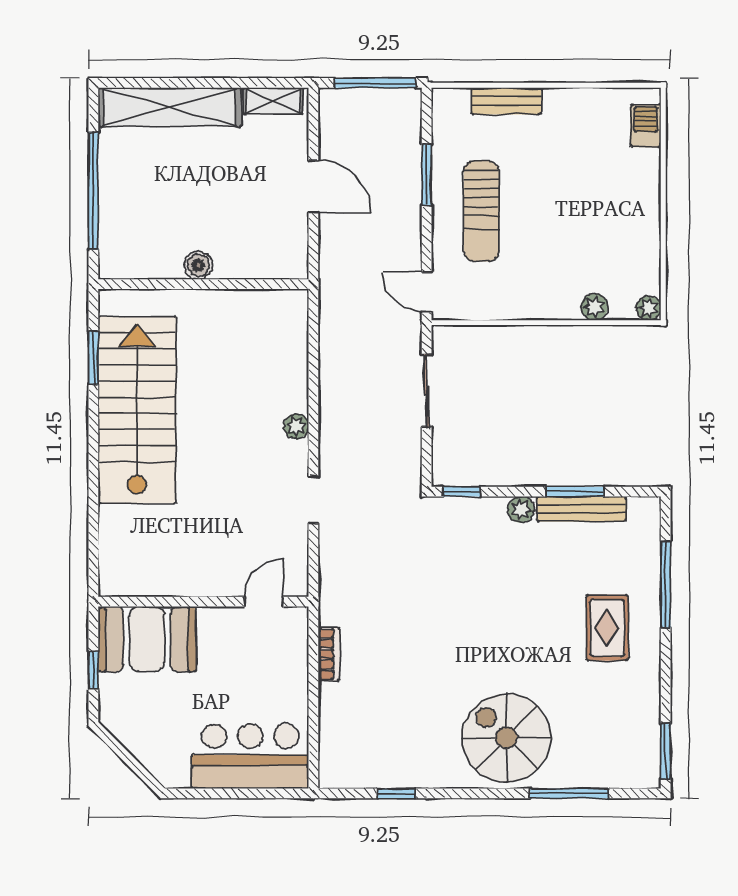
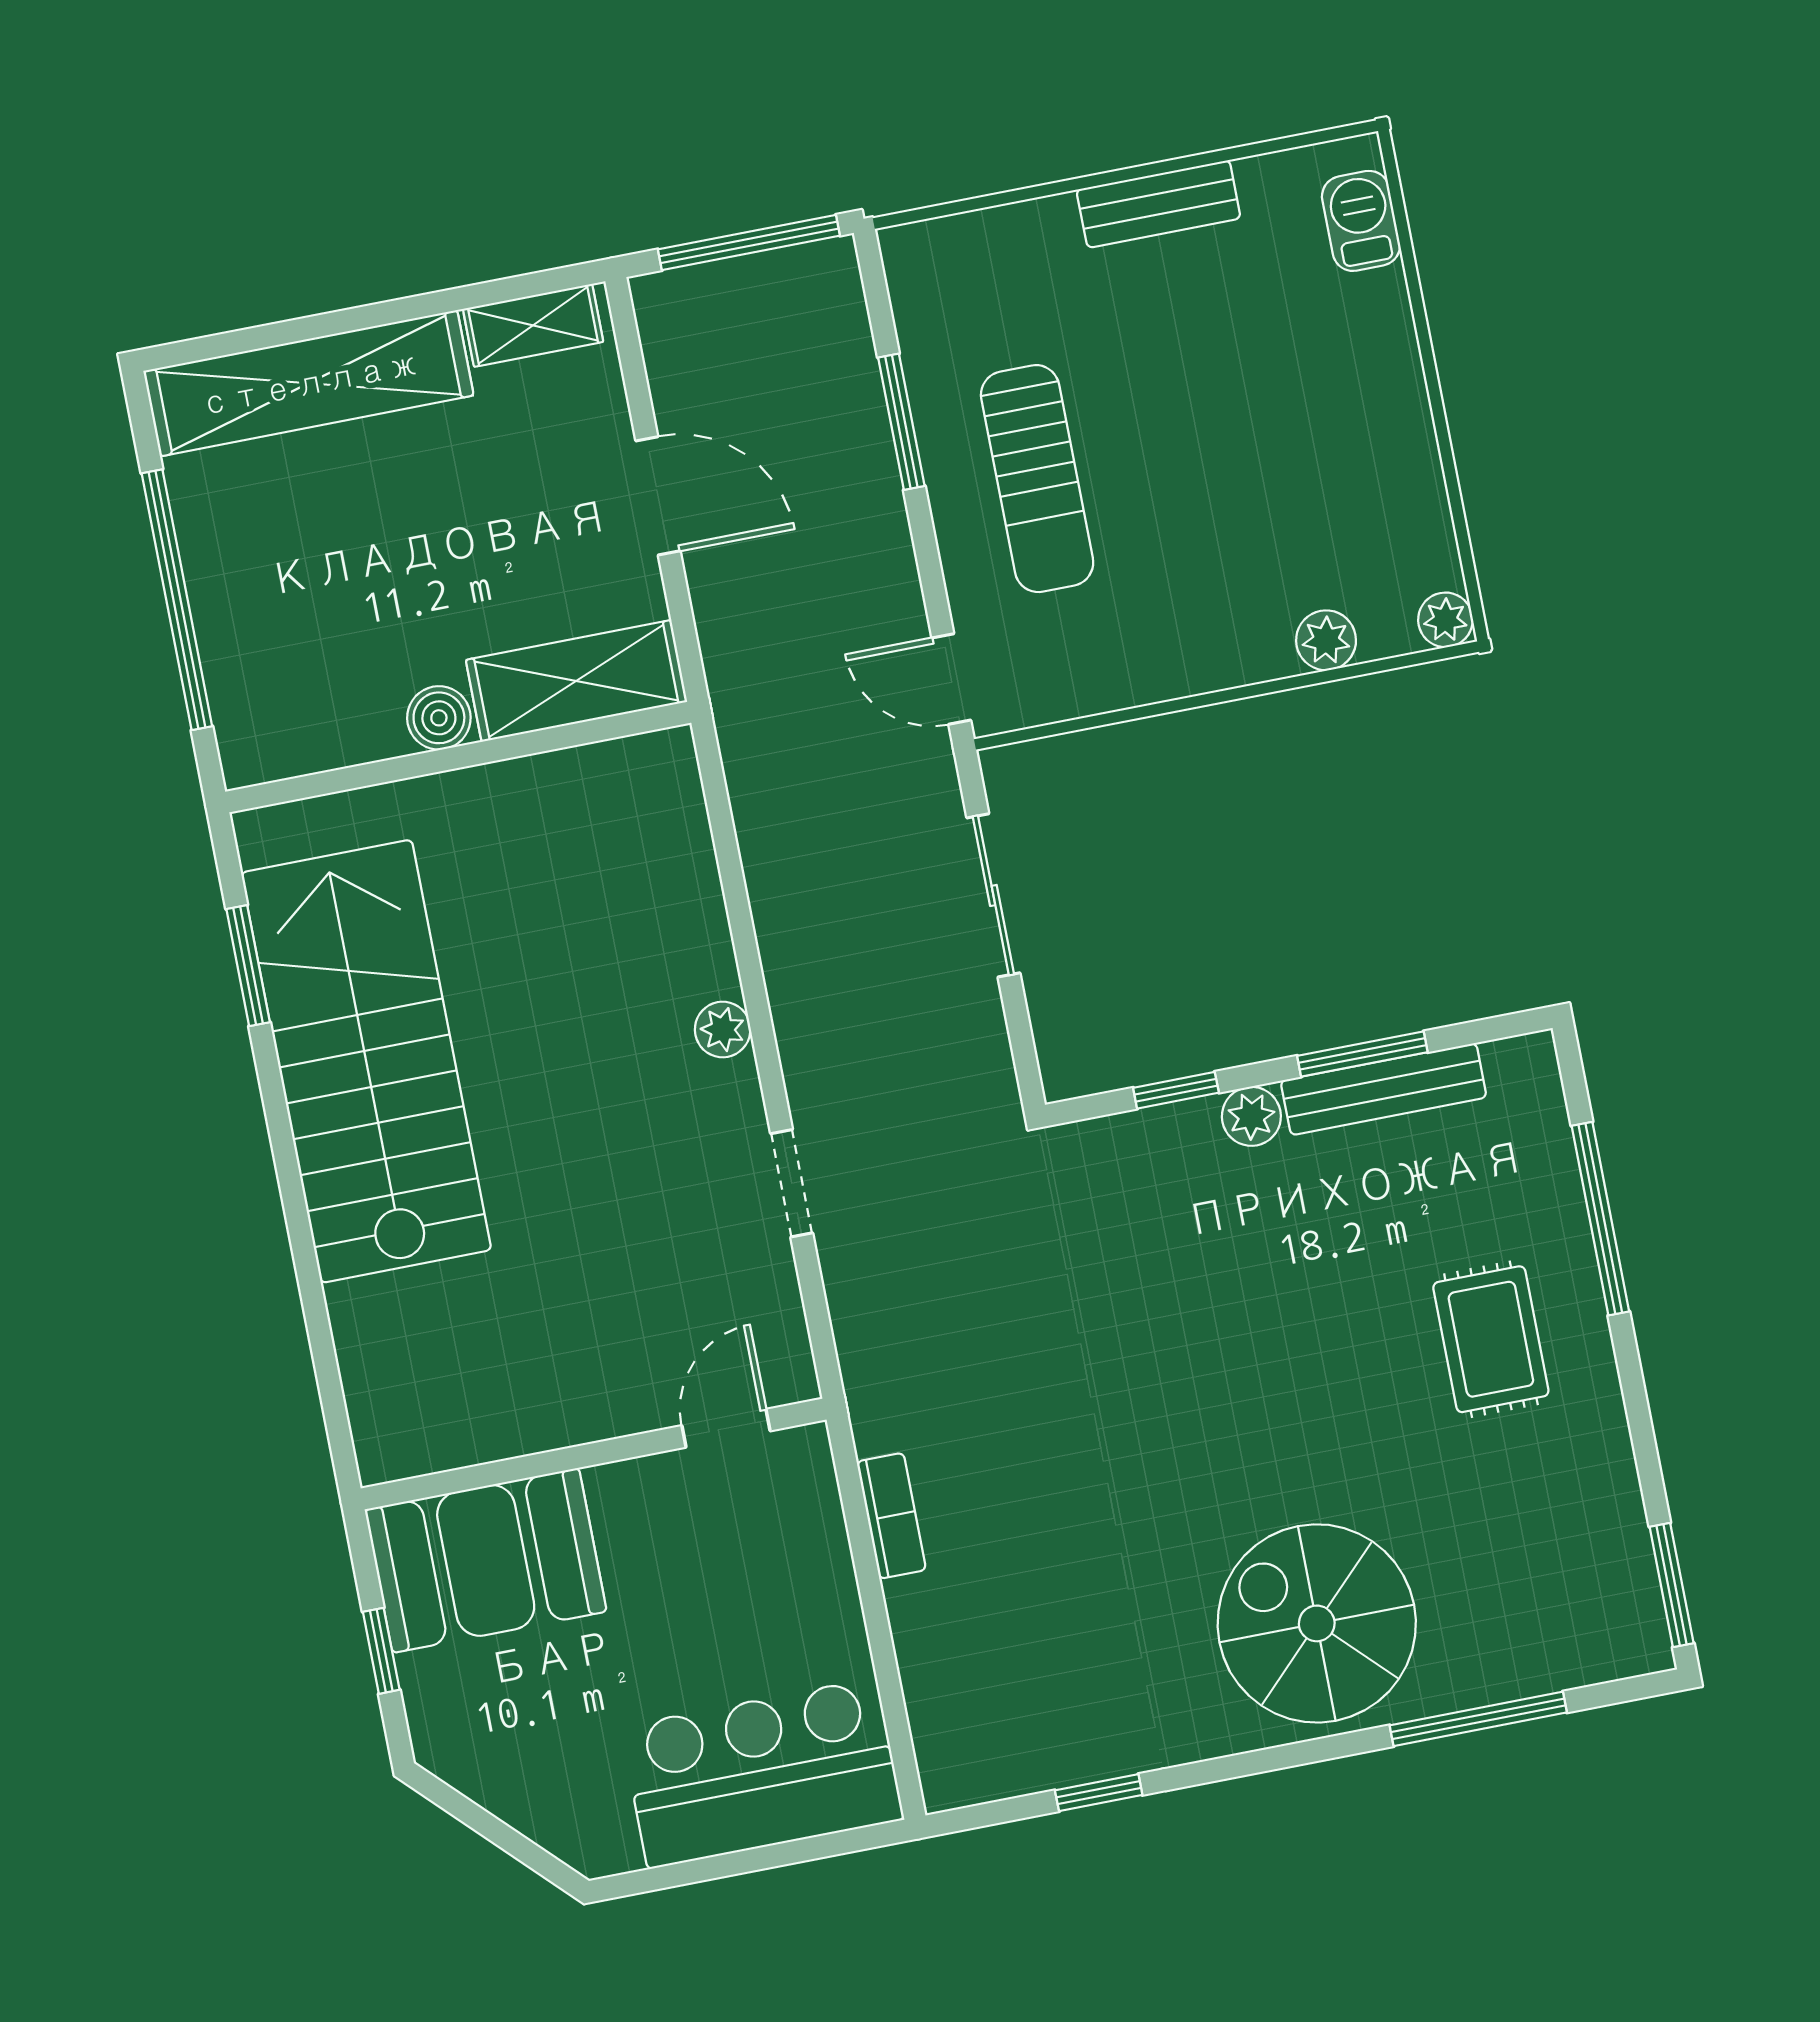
bench: (506, 101) -> (1158, 204), moved
shelving: (262, 261) -> (576, 681), added
window: (462, 492) -> (1176, 1090), moved

